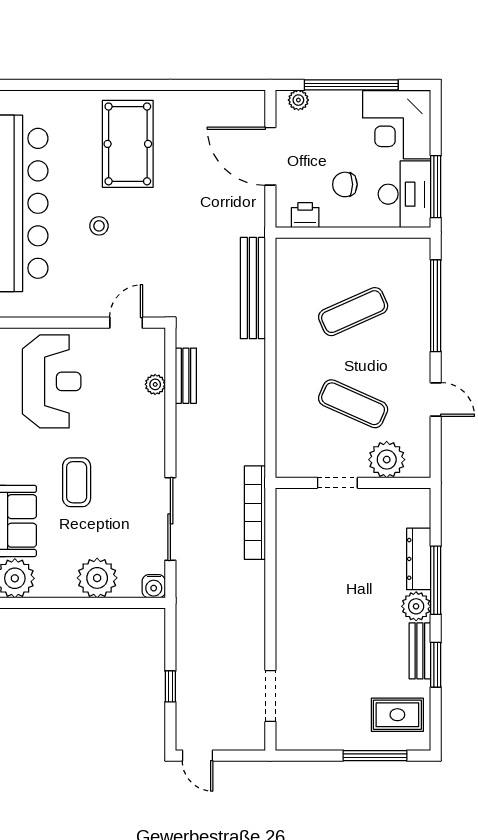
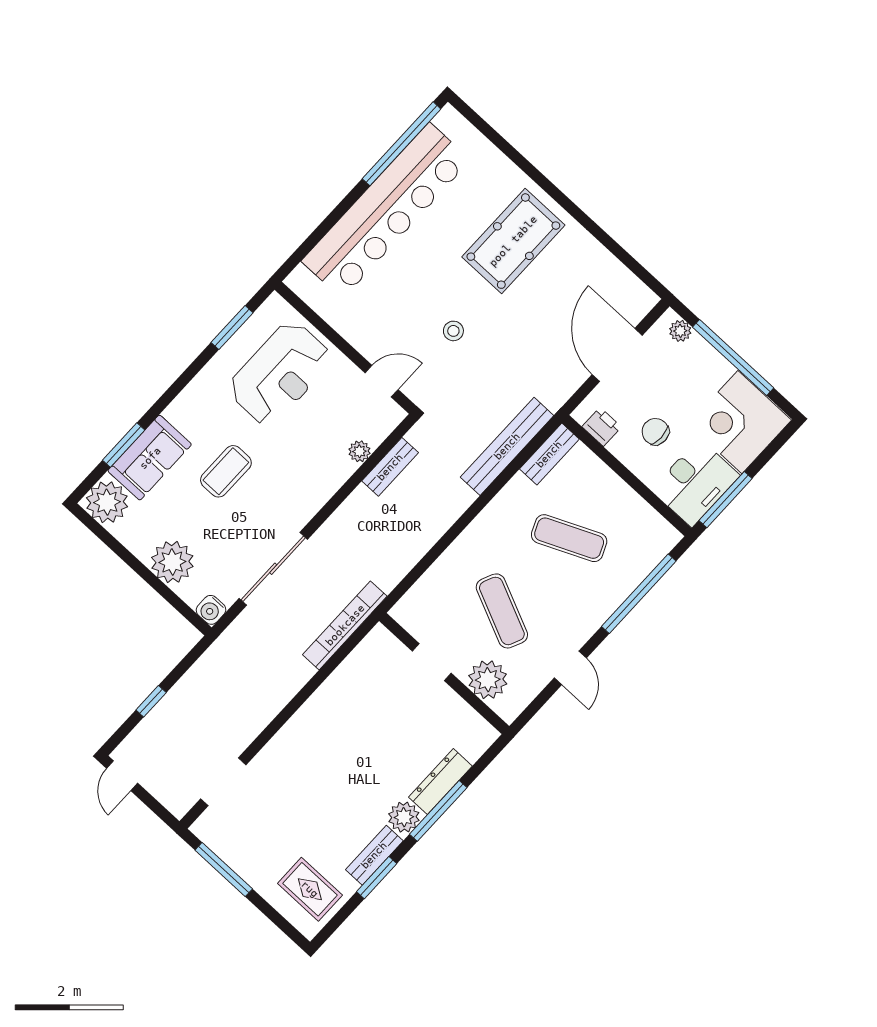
stool: (99, 226) -> (453, 331), moved
bench: (287, 267) -> (549, 454), added
window: (375, 756) -> (224, 869), moved

